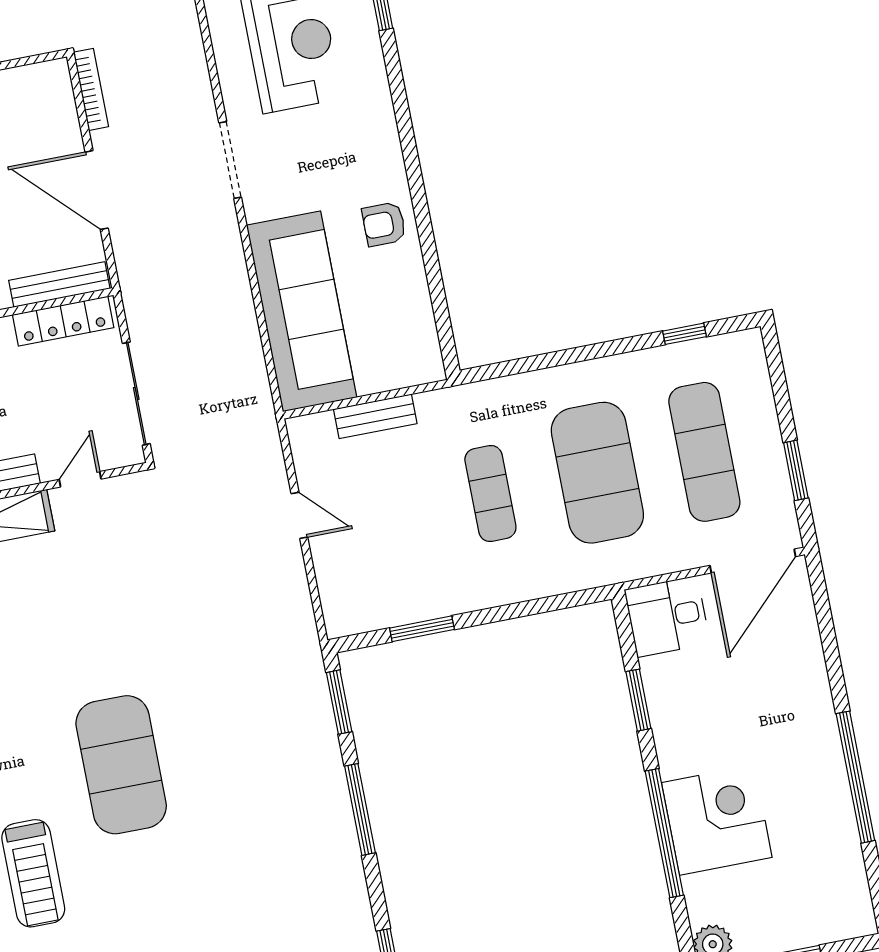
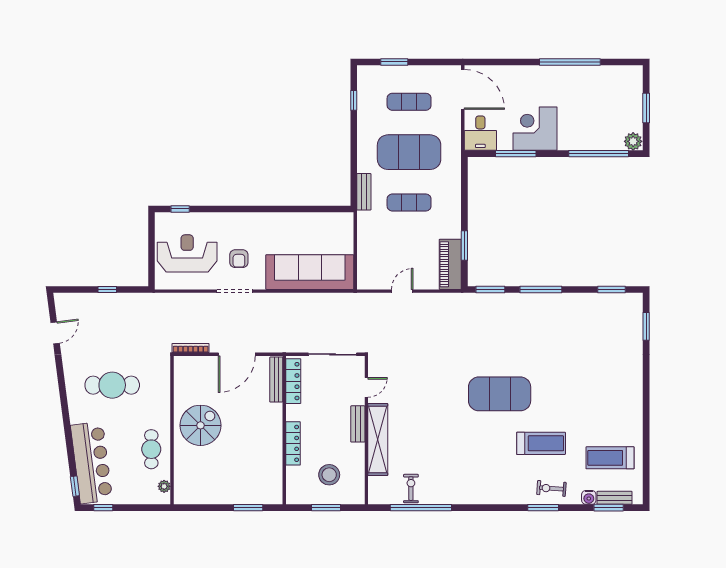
armchair: (384, 224) -> (239, 259), moved
bench: (375, 416) -> (364, 192), moved
exercise mat: (704, 452) -> (409, 102), width x0.73, depth x0.69
window: (796, 470) -> (394, 62), moved
door: (80, 479) -> (366, 387), swing flipped
piano: (376, 607) -> (450, 264), added
window: (638, 700) -> (516, 154), width x1.44
corner desk: (717, 820) -> (535, 129), moved
window: (664, 833) -> (599, 154), moved

